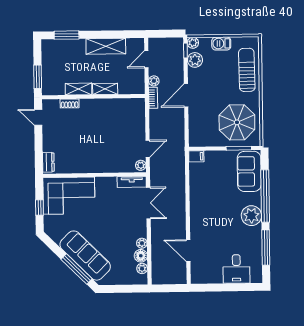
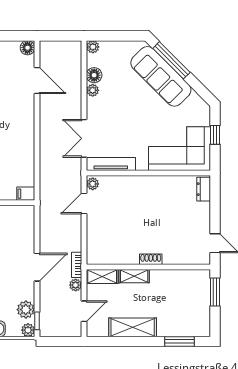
shelving: (79, 89) -> (102, 277), moved
shoe rack: (70, 103) -> (151, 259), moved
tv unit: (132, 182) -> (111, 164), width x1.41
plant: (142, 268) -> (93, 47), moved
floor lamp: (197, 278) -> (27, 48), added

